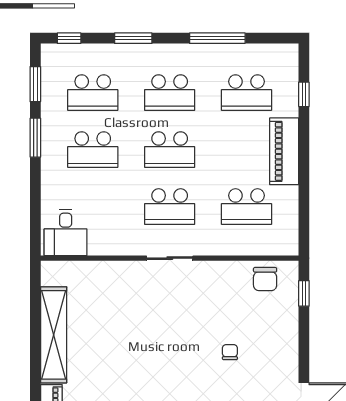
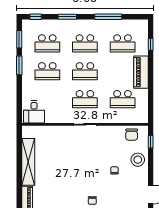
stool: (278, 330) -> (138, 160), added

